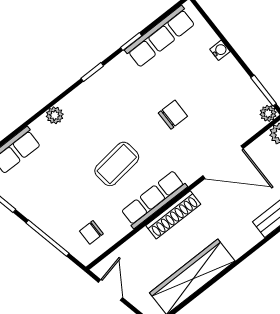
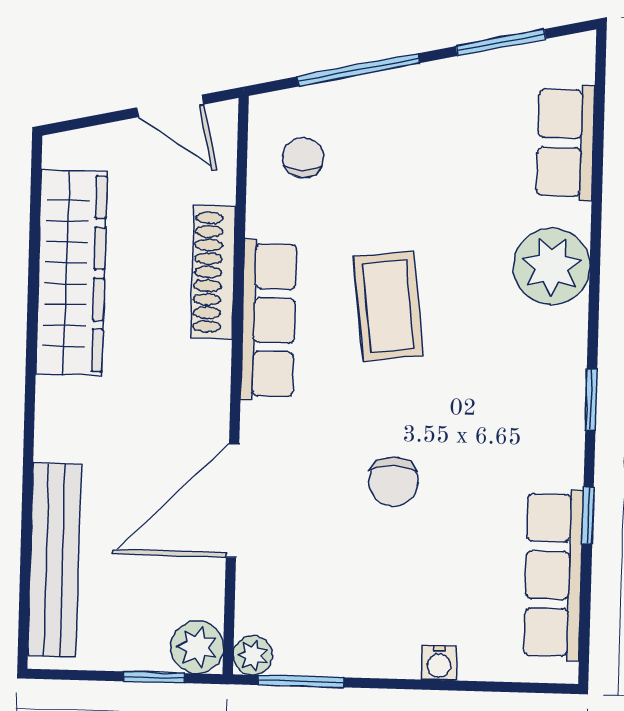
plant: (55, 115) -> (552, 266), width x1.88, depth x1.88
shoe rack: (173, 215) -> (213, 272), moved

